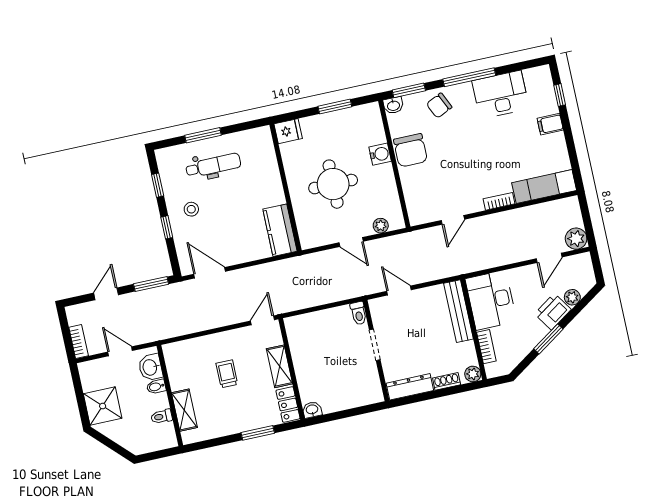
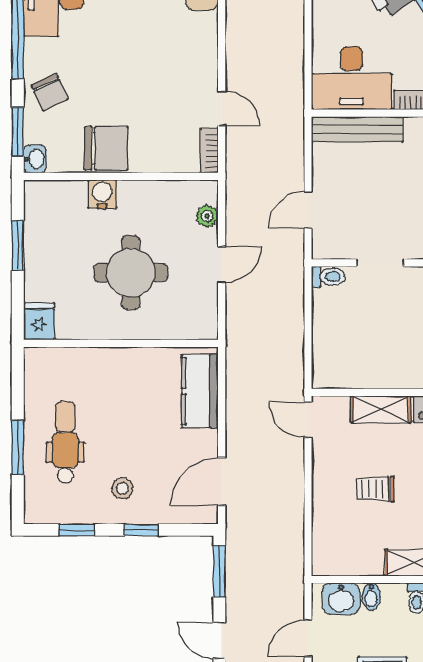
bookcase: (499, 201) -> (209, 151), moved
kitchen counter: (280, 230) -> (200, 391), moved, turned 90

